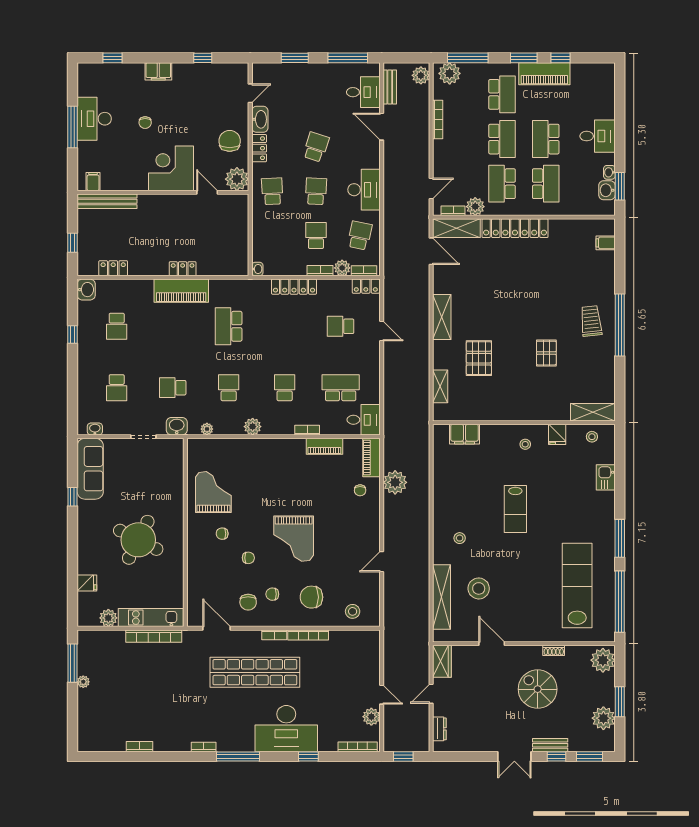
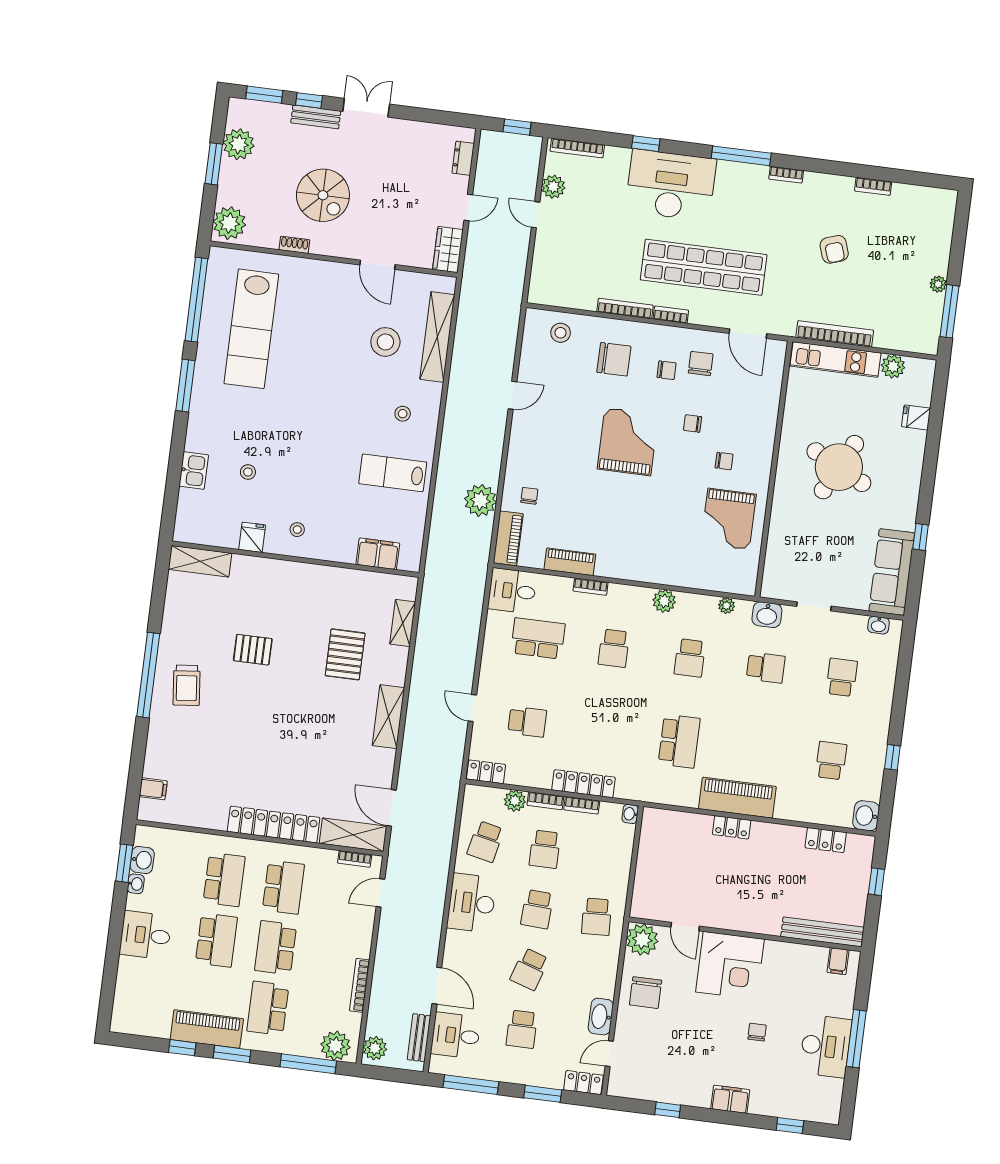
school desk: (316, 103) -> (522, 1029), added
locker: (259, 148) -> (583, 1083), moved, turned 90
school desk: (546, 184) -> (224, 880), turned 180
plant: (475, 207) -> (324, 861), removed
bookcase: (364, 271) -> (582, 805), moved
pallet: (546, 353) -> (253, 650), turned 90
school desk: (341, 388) -> (538, 638), turned 180
stool: (592, 437) -> (248, 472), moved
lab bench: (515, 509) -> (393, 473), moved, turned -90
armchair: (162, 697) -> (834, 249), added

